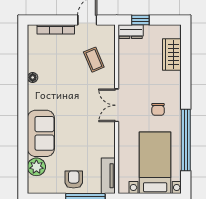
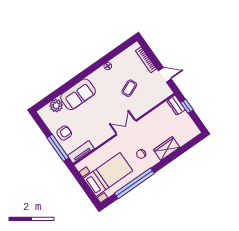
wardrobe: (172, 54) -> (167, 149), moved
coffee table: (94, 60) -> (129, 88), moved

